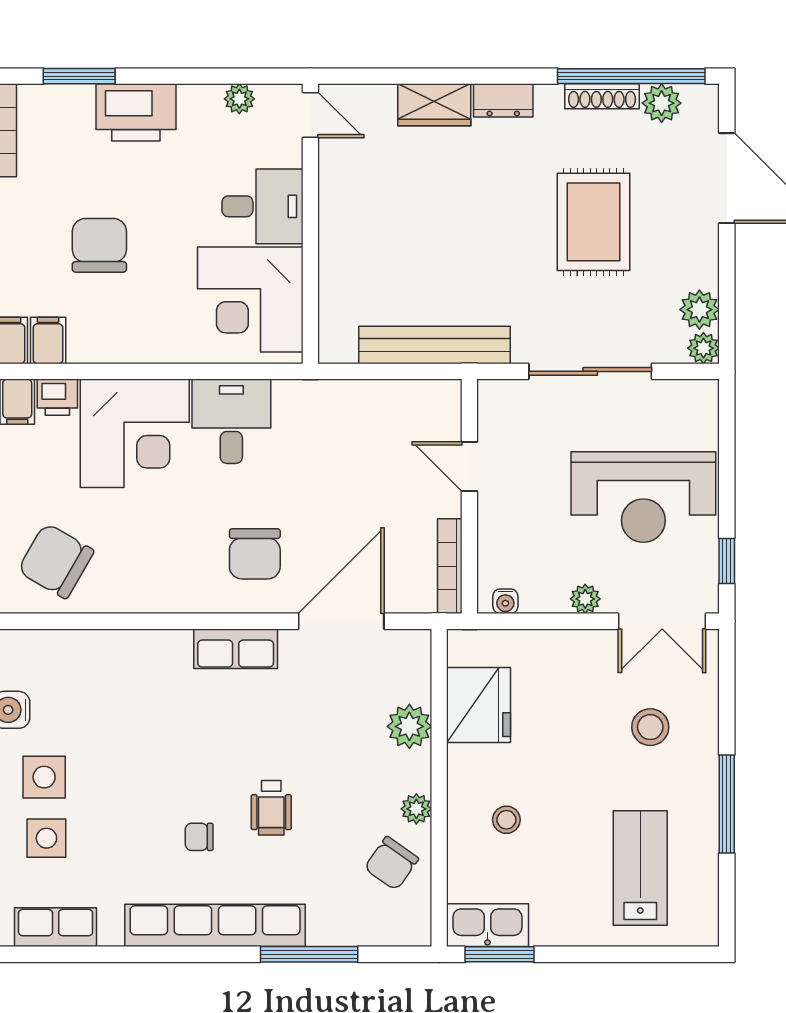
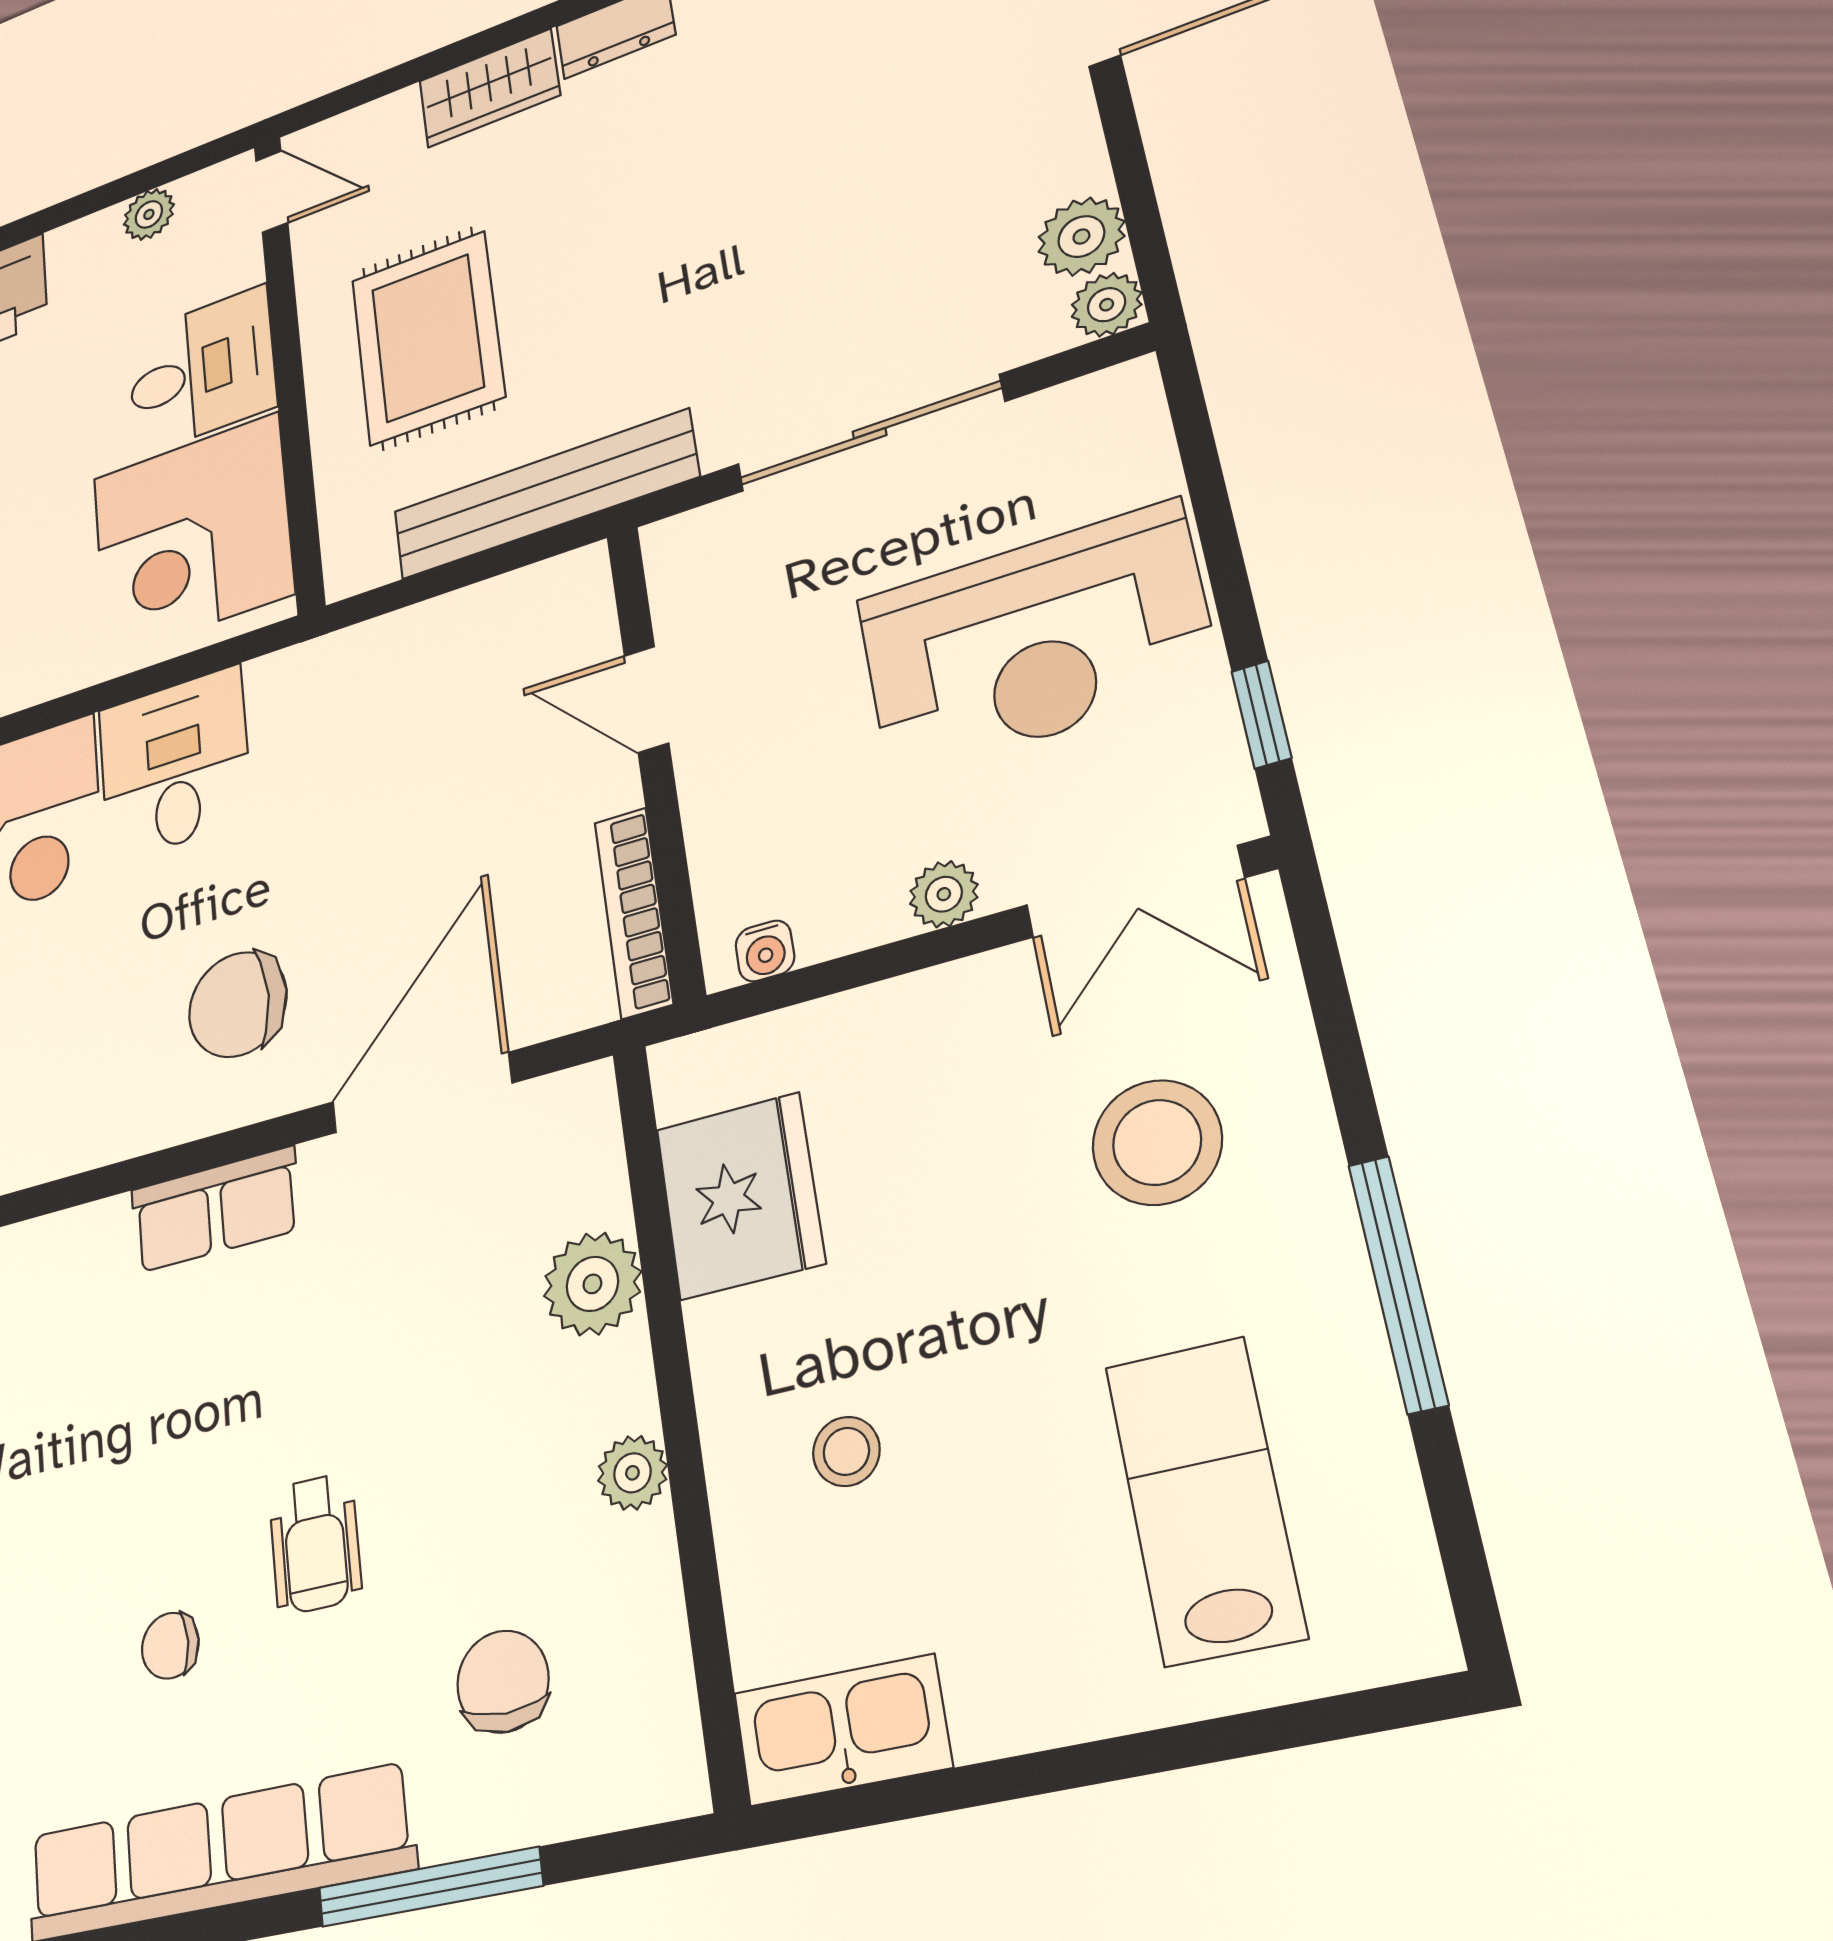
rug: (593, 222) -> (428, 338), moved
chair: (255, 554) -> (238, 1004), turned 90
stool: (650, 727) -> (1157, 1142), width x1.38, depth x1.38
chair: (391, 863) -> (503, 1681), moved, turned 145
window: (499, 954) -> (884, 1802), removed

